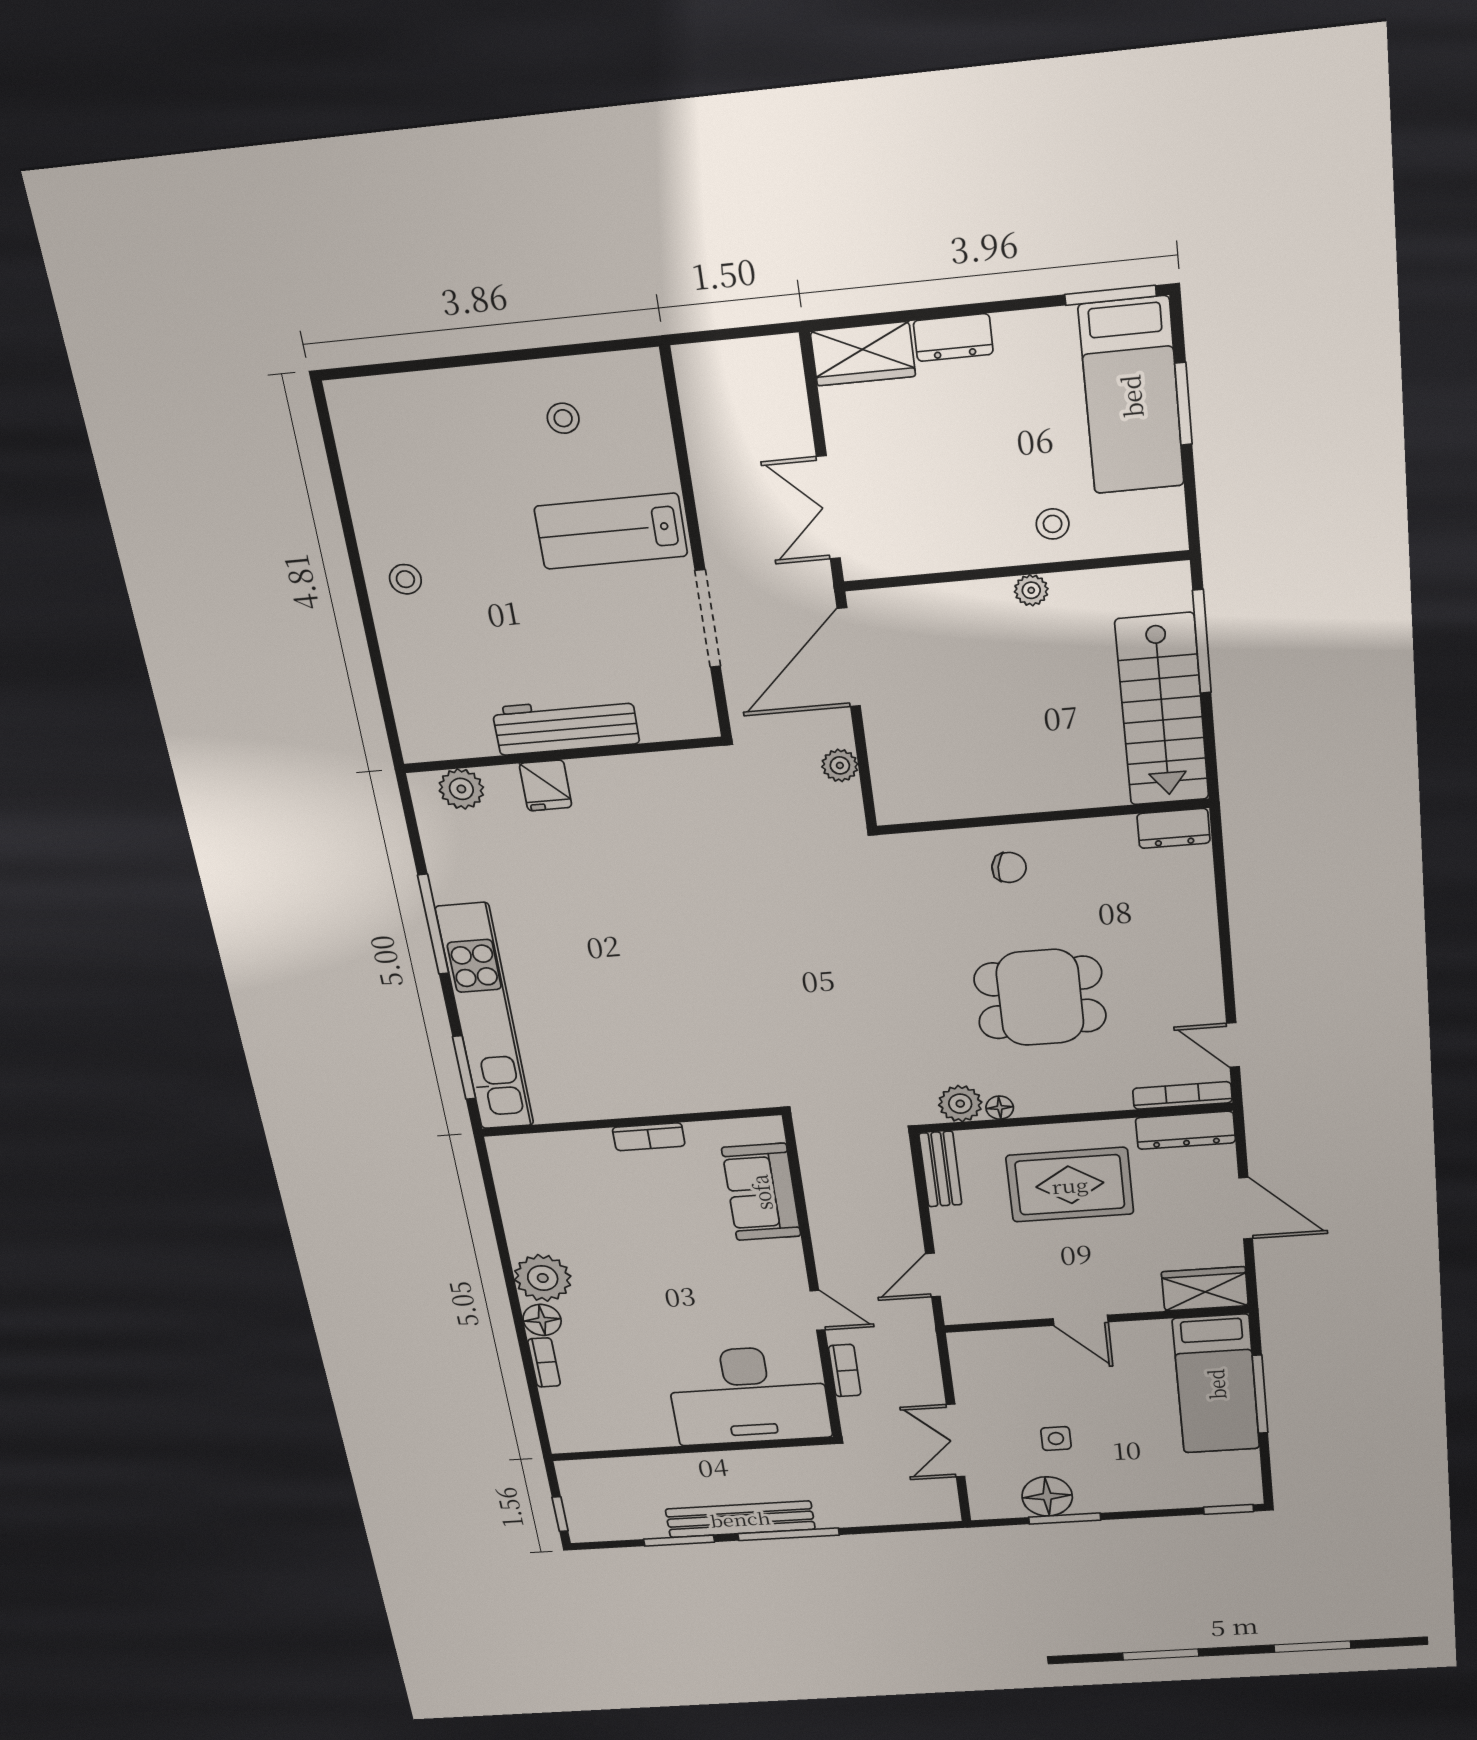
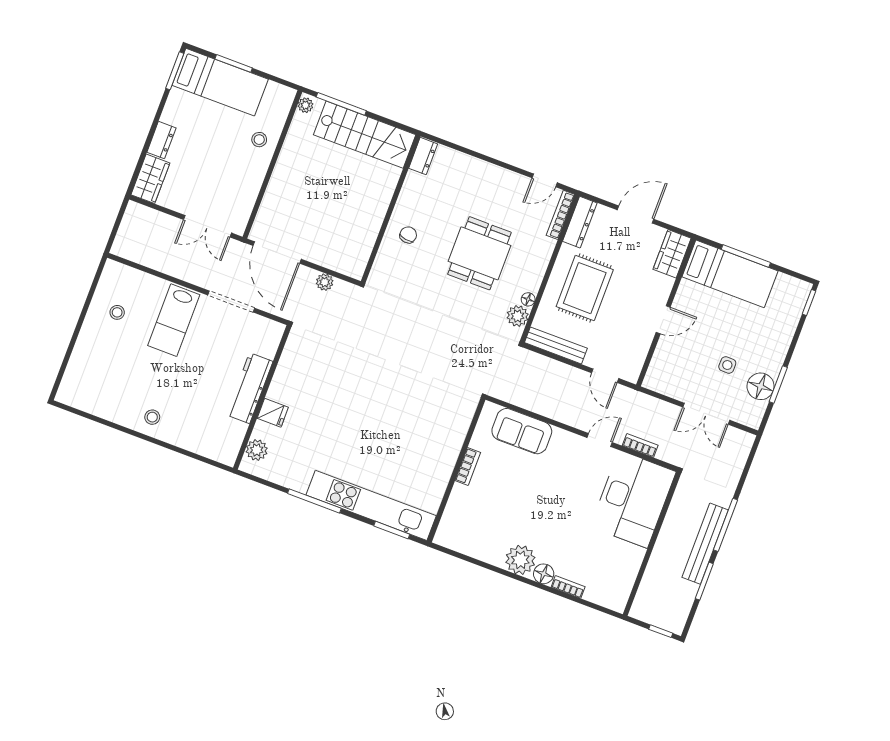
plant: (1031, 590) -> (306, 105), moved
bench: (940, 1169) -> (556, 345), width x1.36

